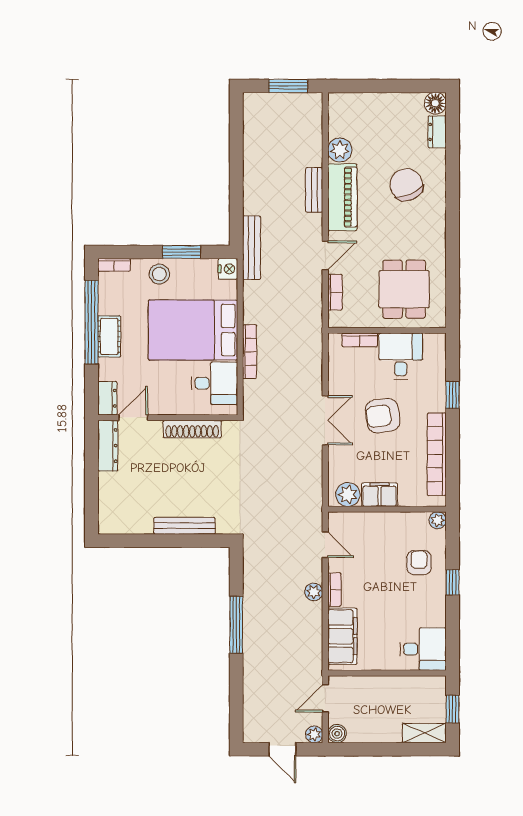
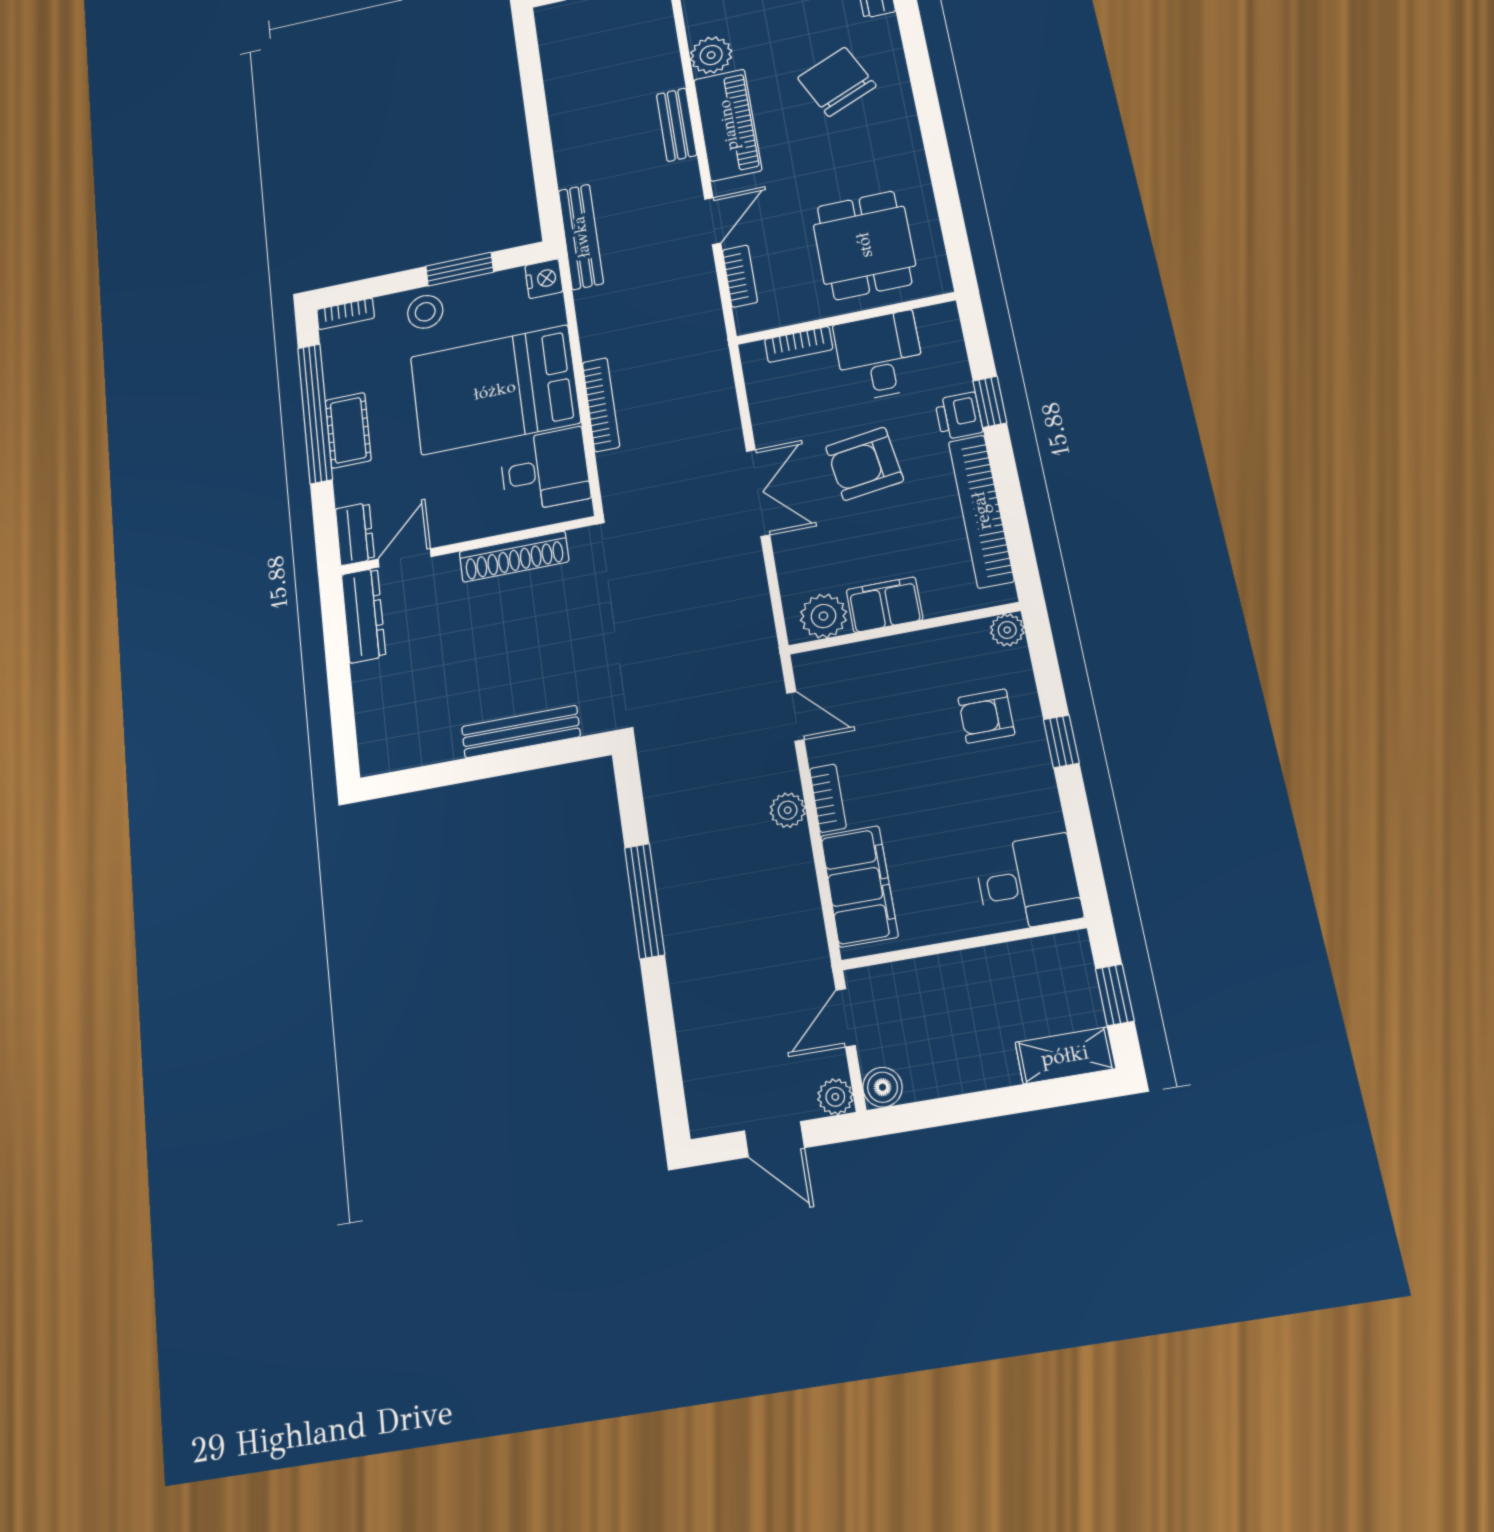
printer: (435, 399) -> (959, 416), added
armchair: (419, 563) -> (986, 716), turned -90

